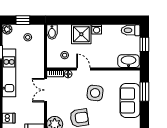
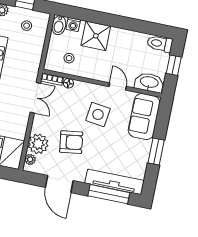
washing machine: (97, 29) -> (73, 25), moved
door: (83, 69) -> (118, 86), moved
double door: (45, 90) -> (35, 98), swing flipped
window: (144, 92) -> (156, 151), moved
sofa: (130, 100) -> (144, 117), moved

